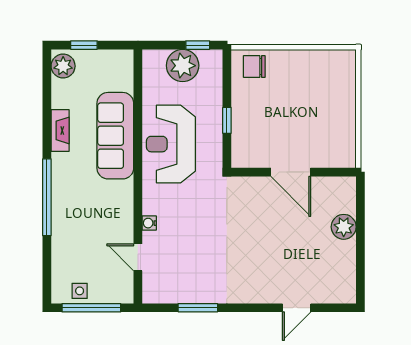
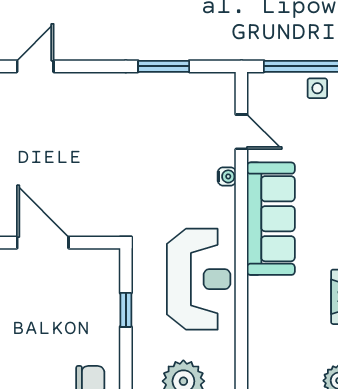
sofa: (115, 136) -> (271, 219), moved

